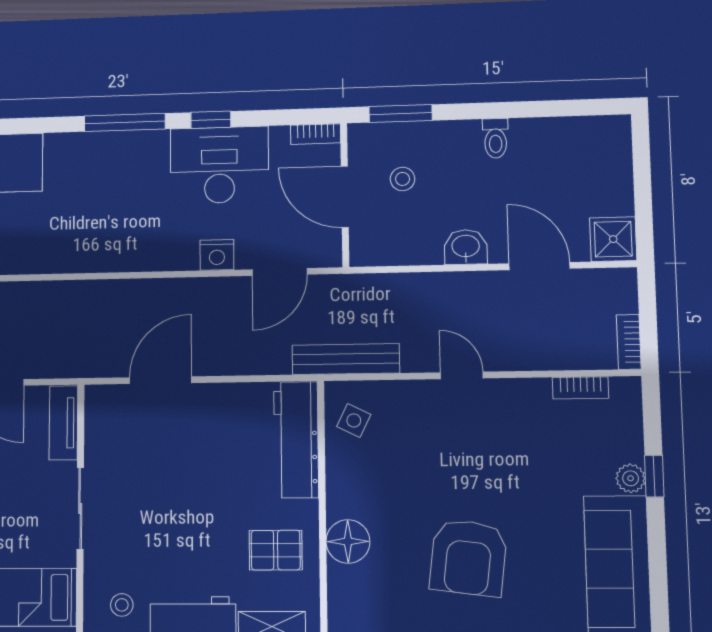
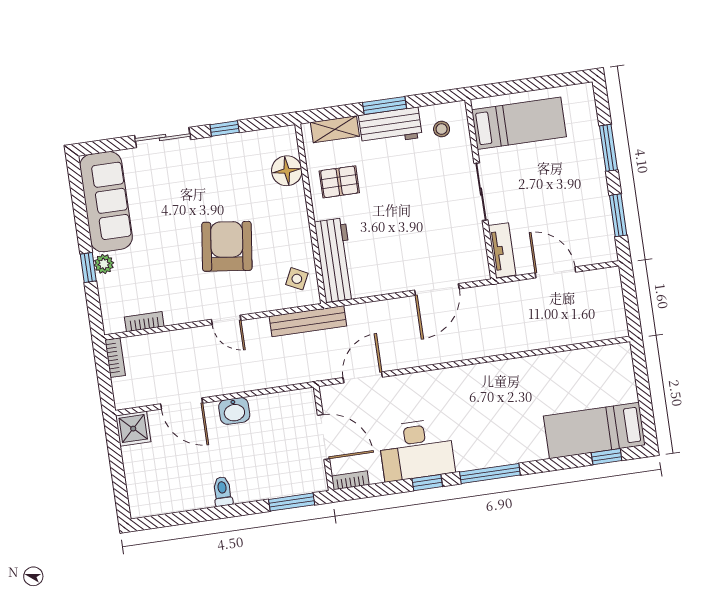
stool: (403, 179) -> (284, 455), removed
nightstand: (217, 255) -> (409, 384), removed
floor lamp: (348, 541) -> (287, 171), moved
armchair: (468, 558) -> (227, 246), moved

